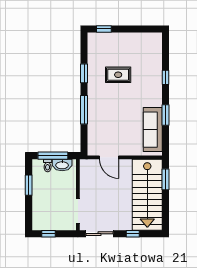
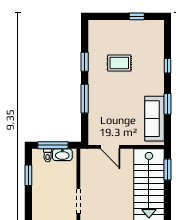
window: (104, 29) -> (137, 16), moved

